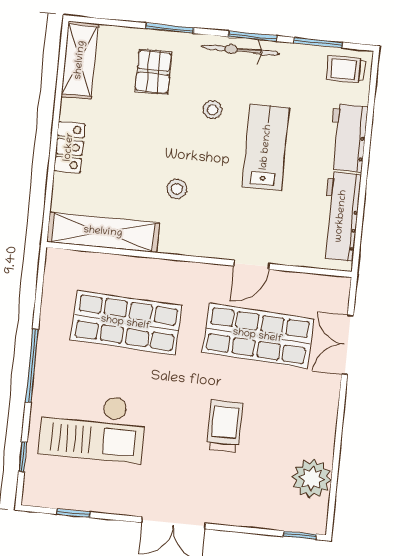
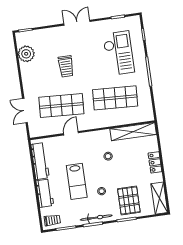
pallet: (153, 72) -> (129, 201), width x1.50, depth x1.42
double door: (348, 345) -> (25, 111), swing flipped
checkout: (93, 427) -> (119, 53), turned 90

